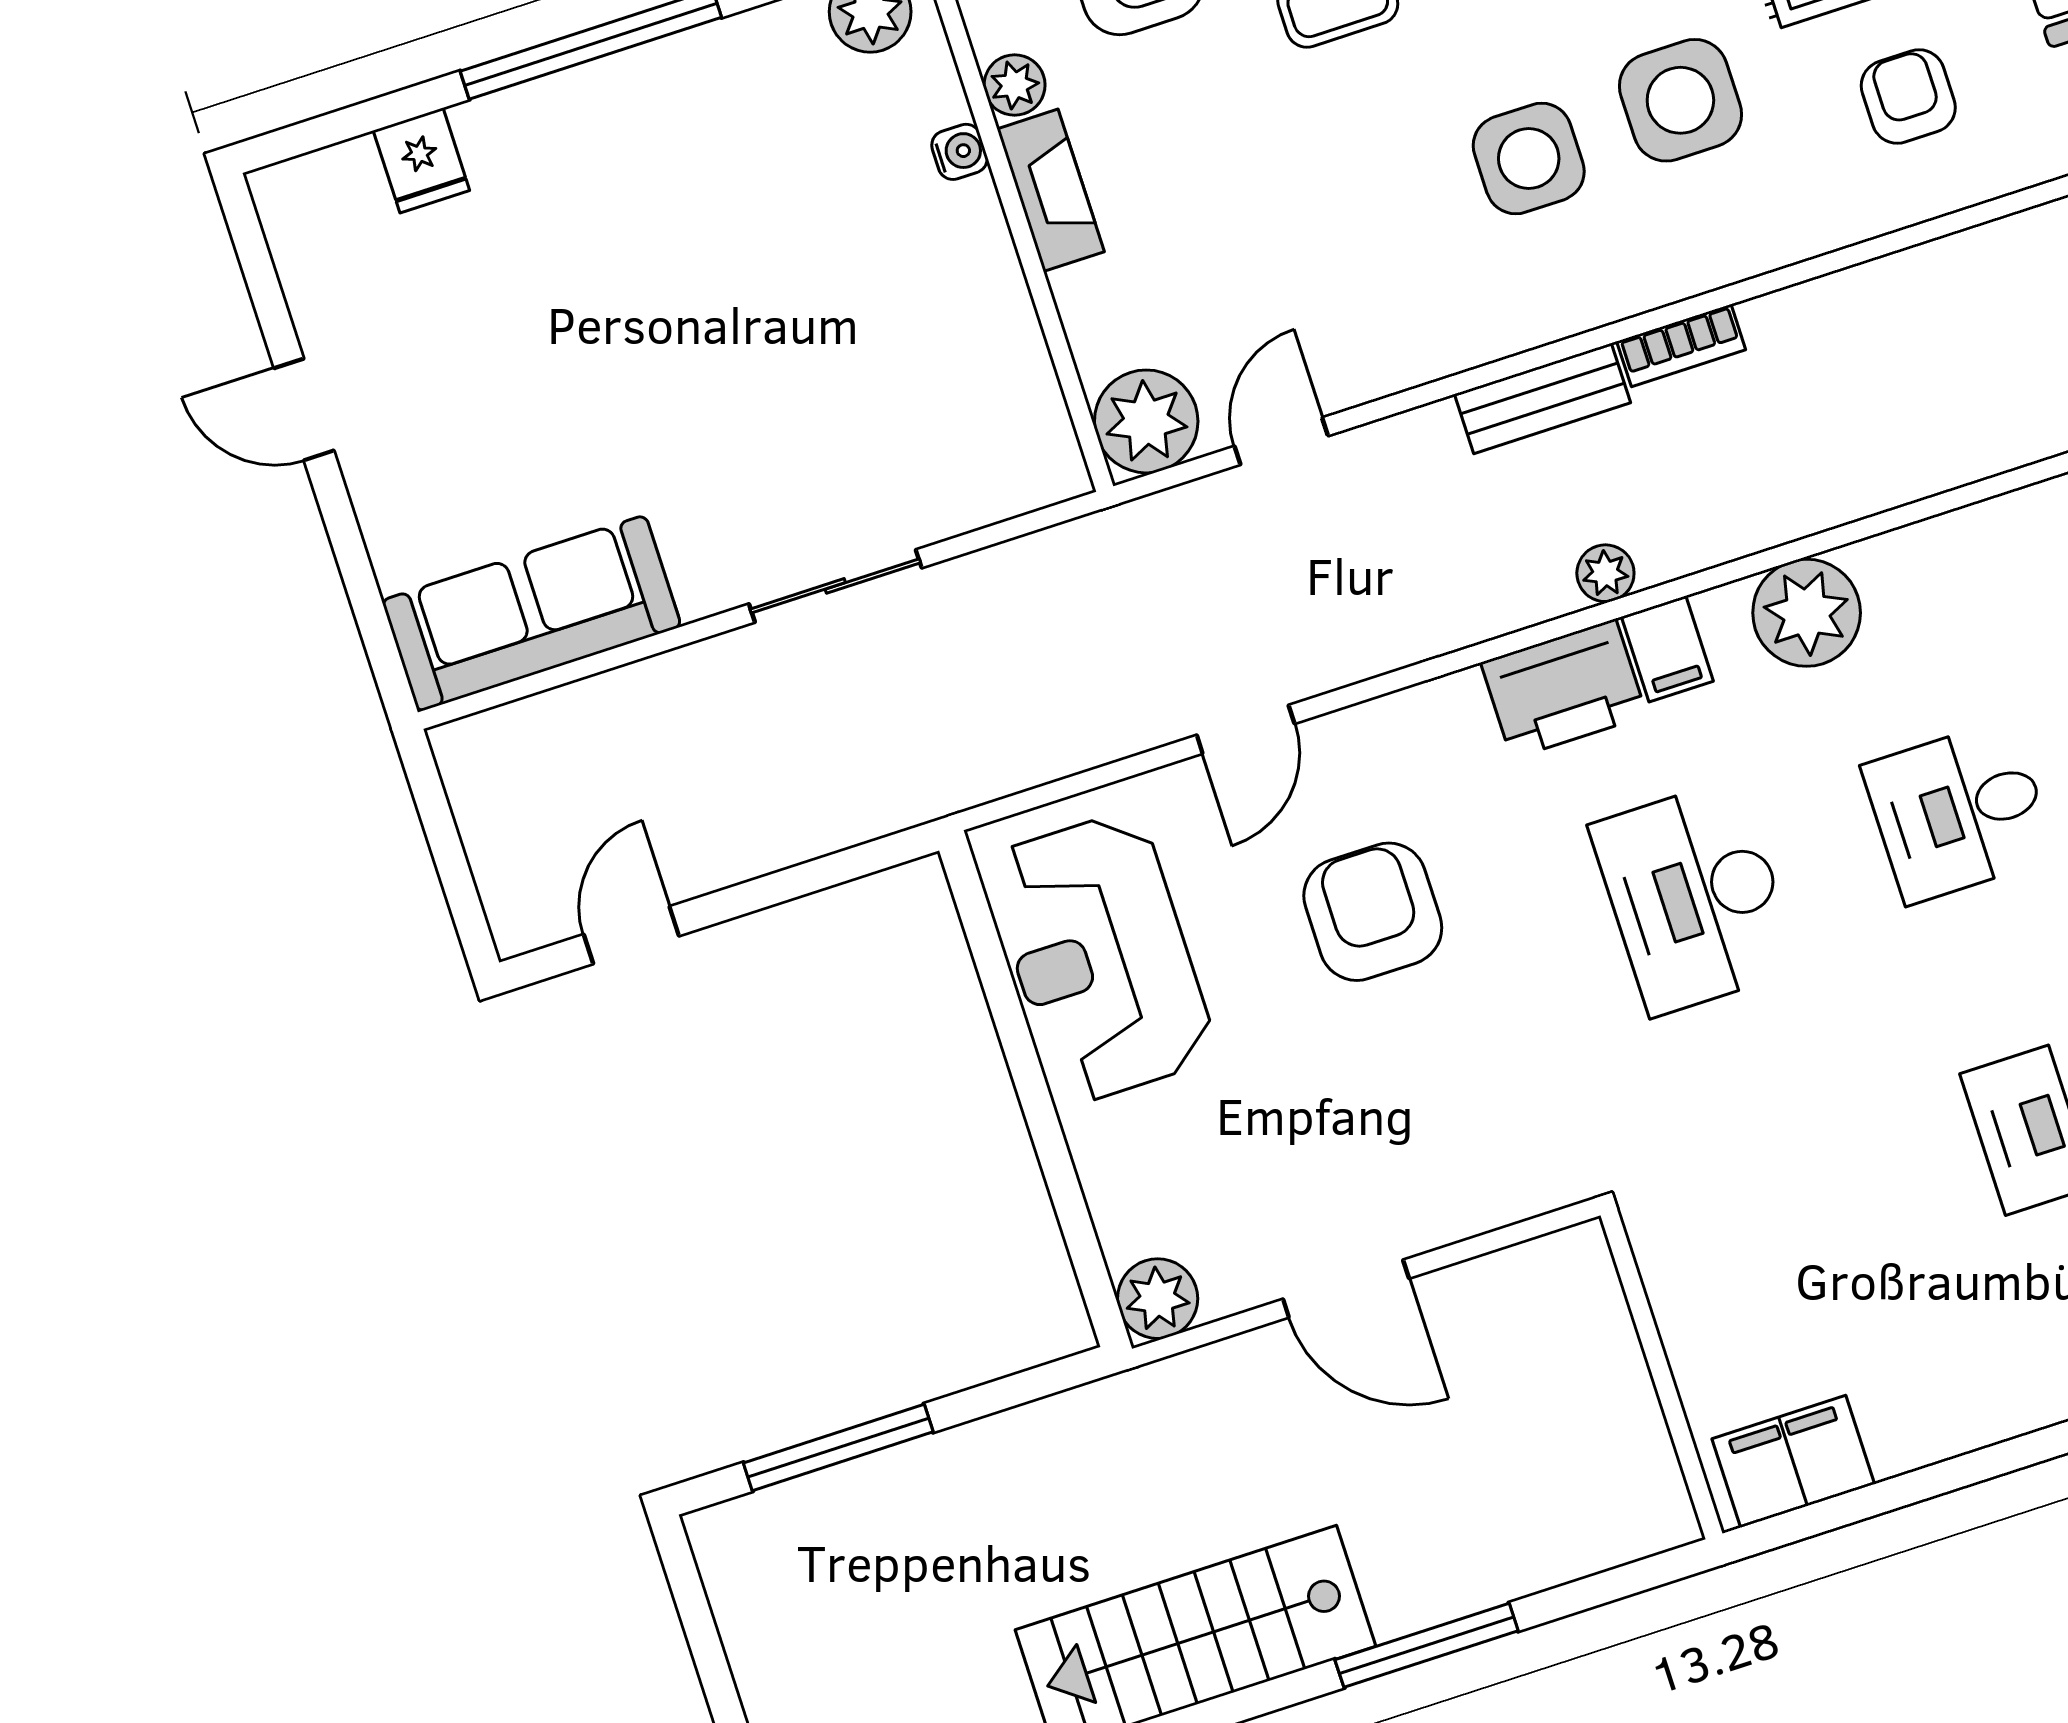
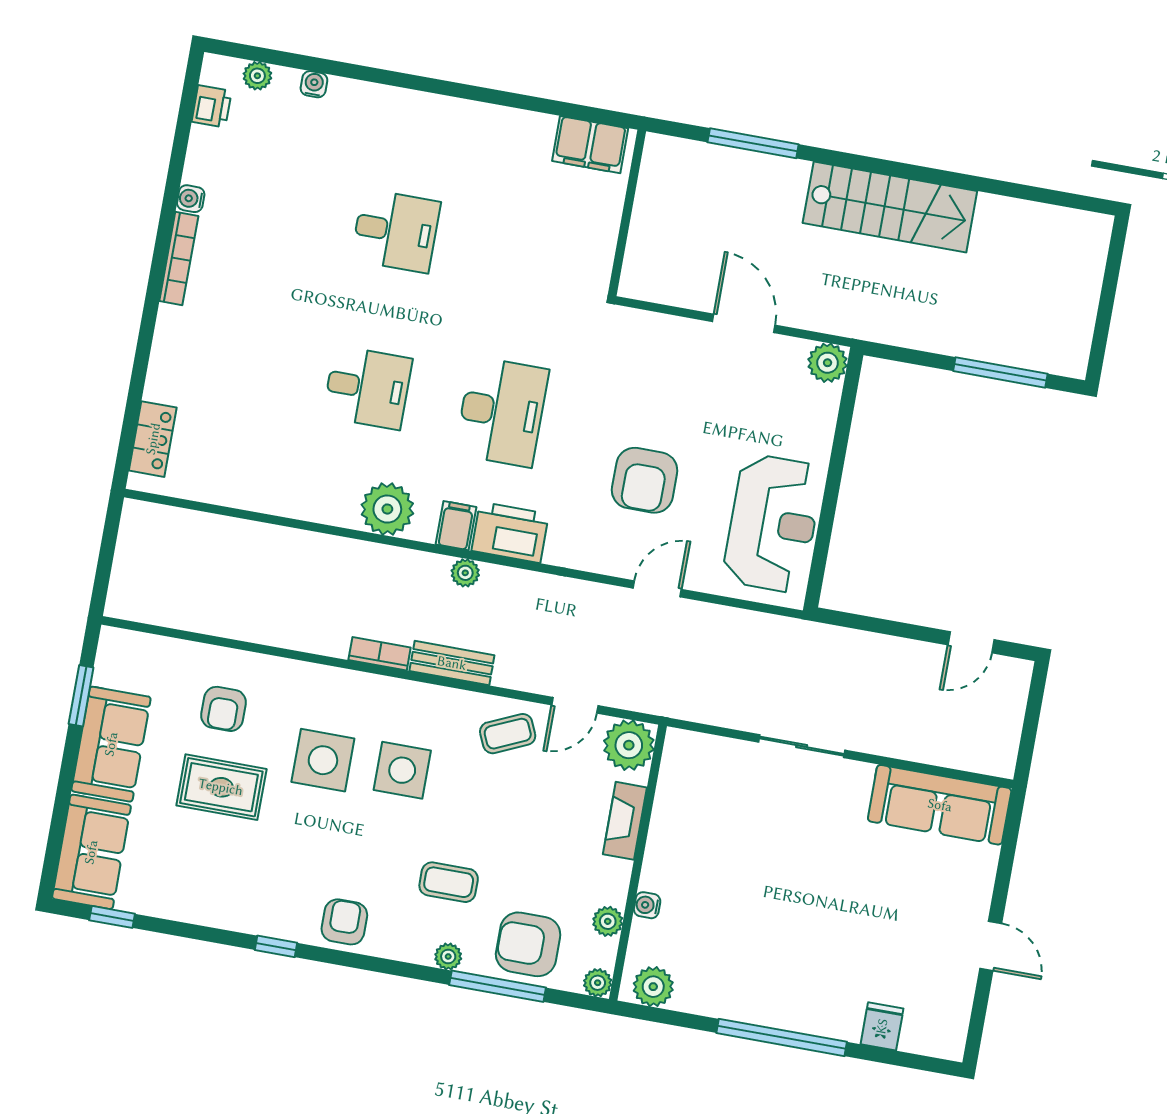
fireplace: (1051, 190) -> (625, 821), moved
coffee table: (1375, 326) -> (508, 734), added
window: (1427, 1645) -> (753, 143), moved

